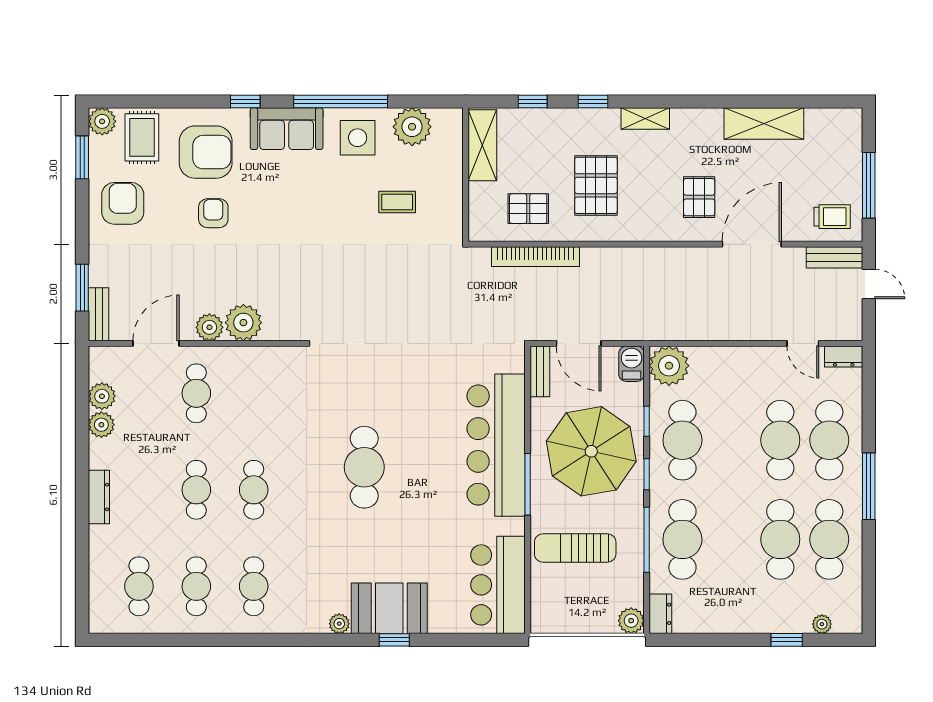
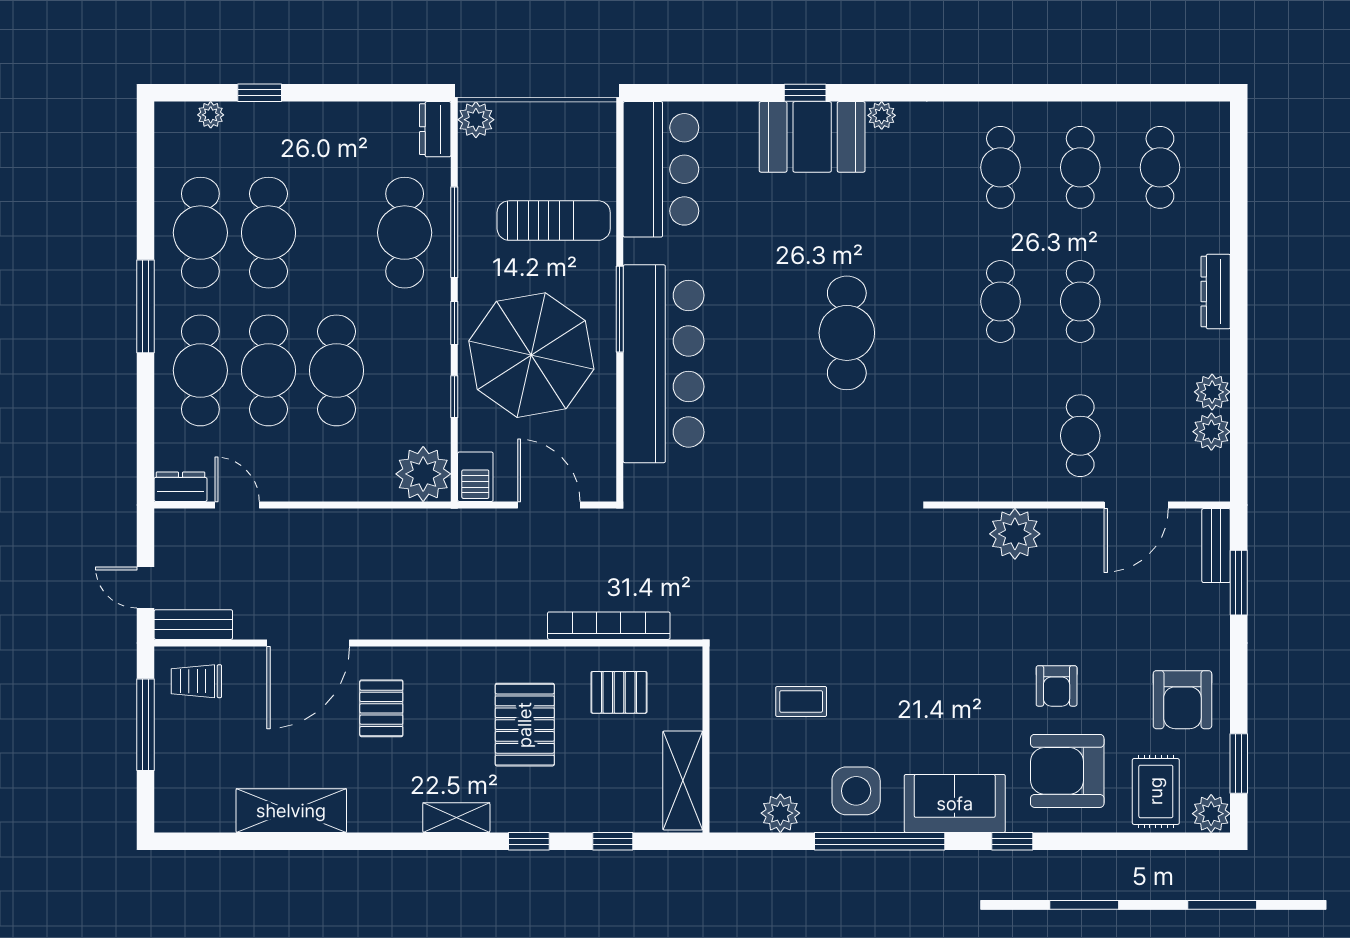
plant: (412, 127) -> (780, 813), width x0.73, depth x0.73
plant: (209, 327) -> (1062, 527), removed
bench: (540, 371) -> (603, 466), removed
cafe table: (682, 440) -> (337, 370), moved

